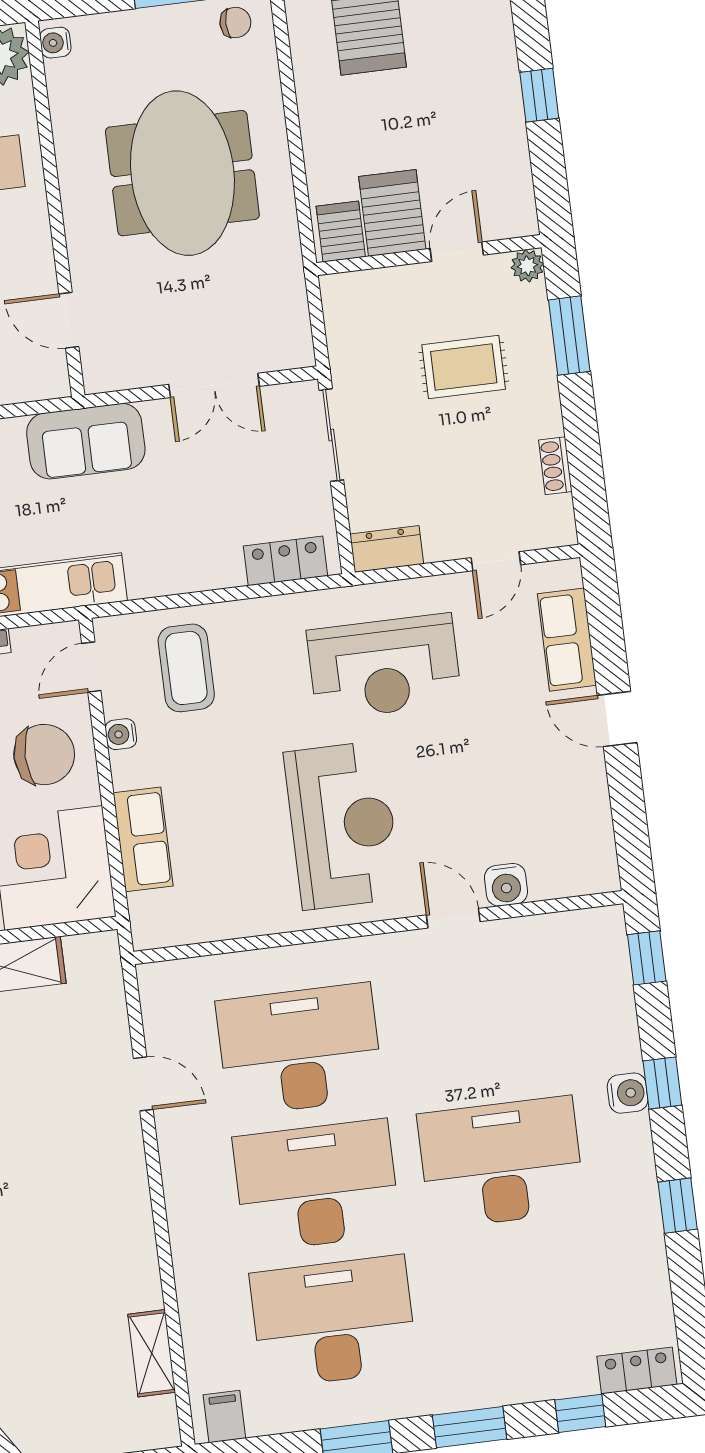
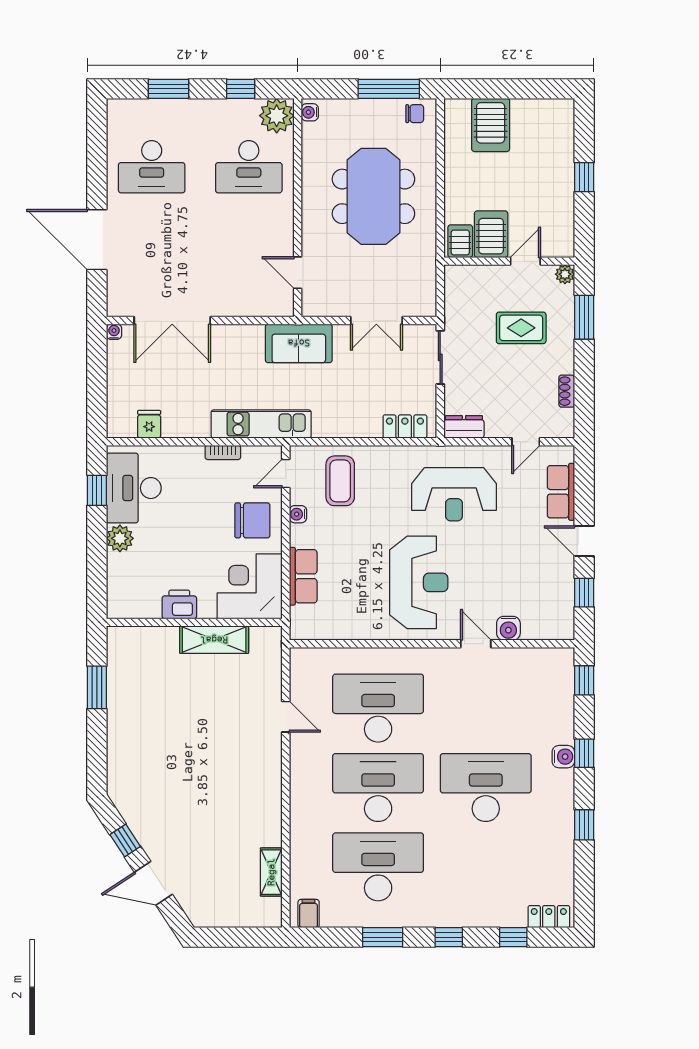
window: (628, 808) -> (584, 593), added
window: (470, 1427) -> (449, 937), width x0.67

